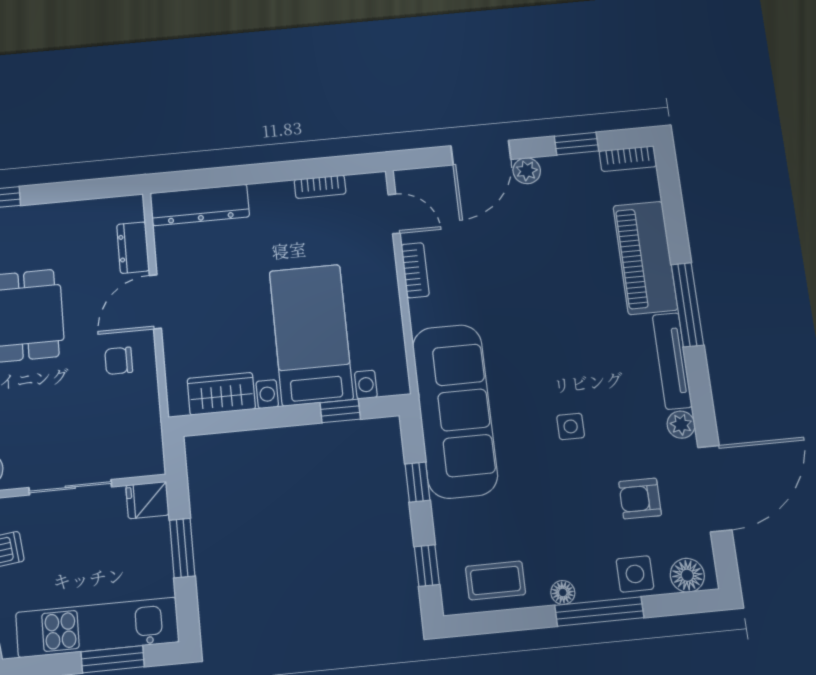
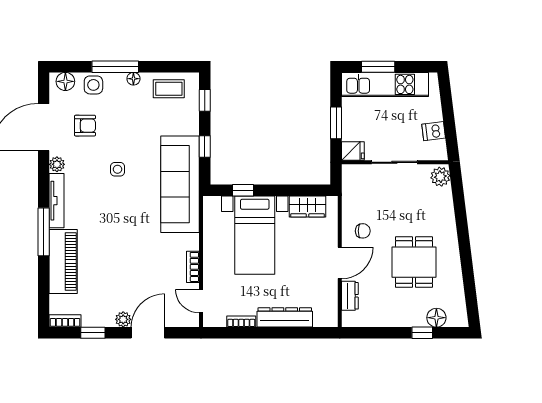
dresser: (200, 205) -> (285, 317), moved

